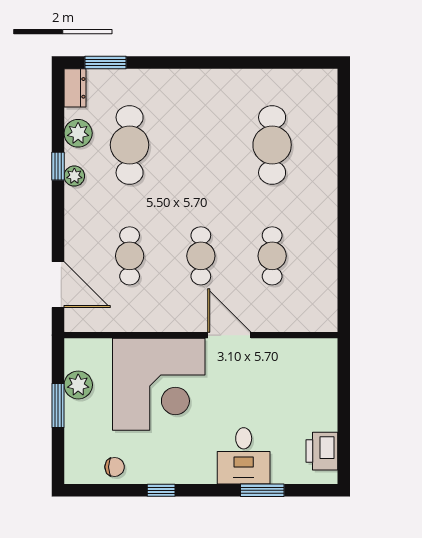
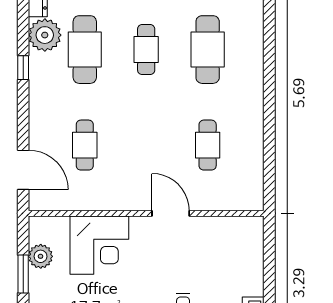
plant: (78, 133) -> (45, 35), width x1.36, depth x1.36
plant: (74, 176) -> (37, 76), removed
cafe table: (201, 256) -> (146, 50), moved
corner desk: (159, 384) -> (99, 245), width x0.74, depth x0.74

